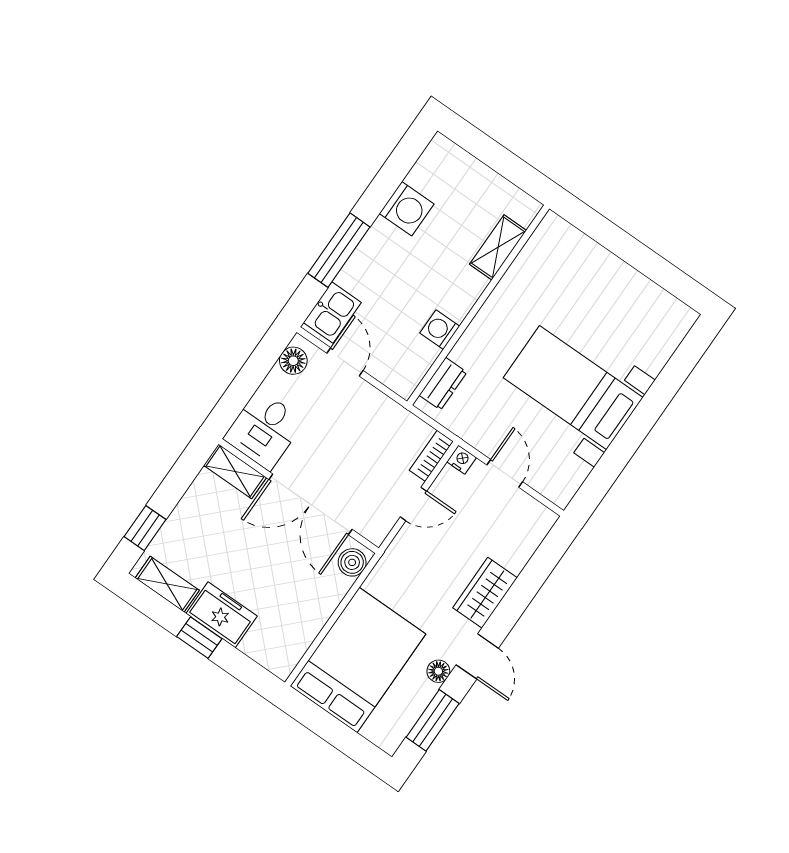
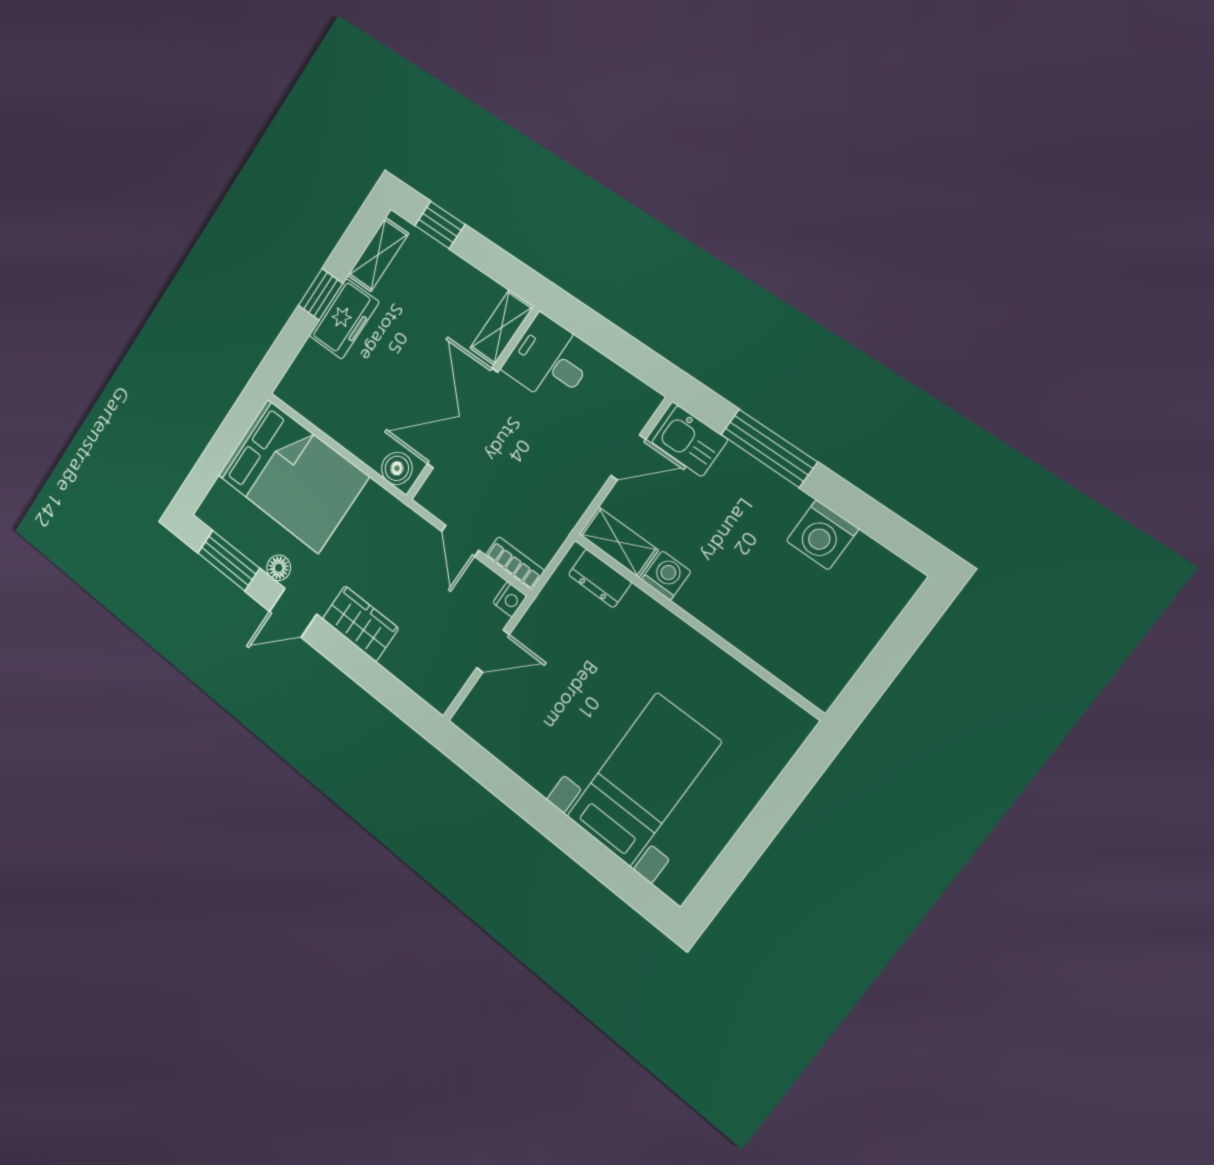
shelving: (498, 247) -> (619, 542), moved
floor lamp: (293, 361) -> (631, 394), removed
bed with nightstands: (573, 388) -> (643, 779), moved

